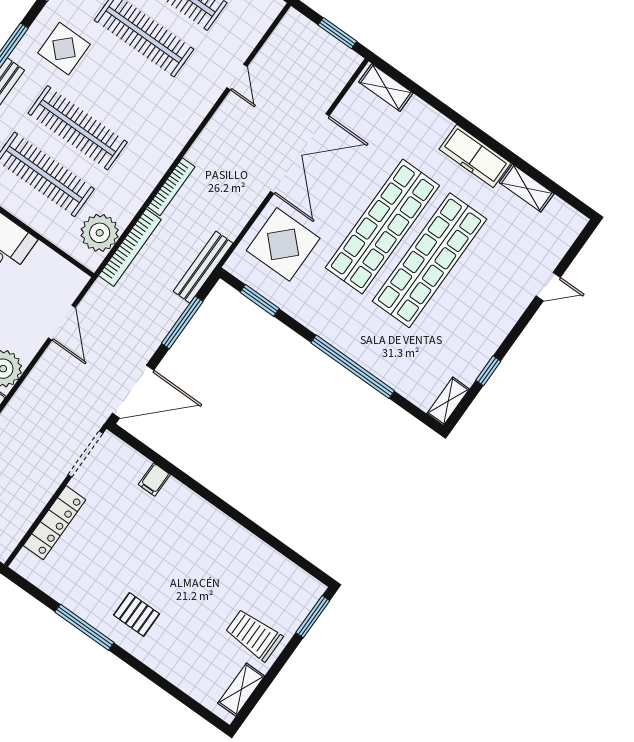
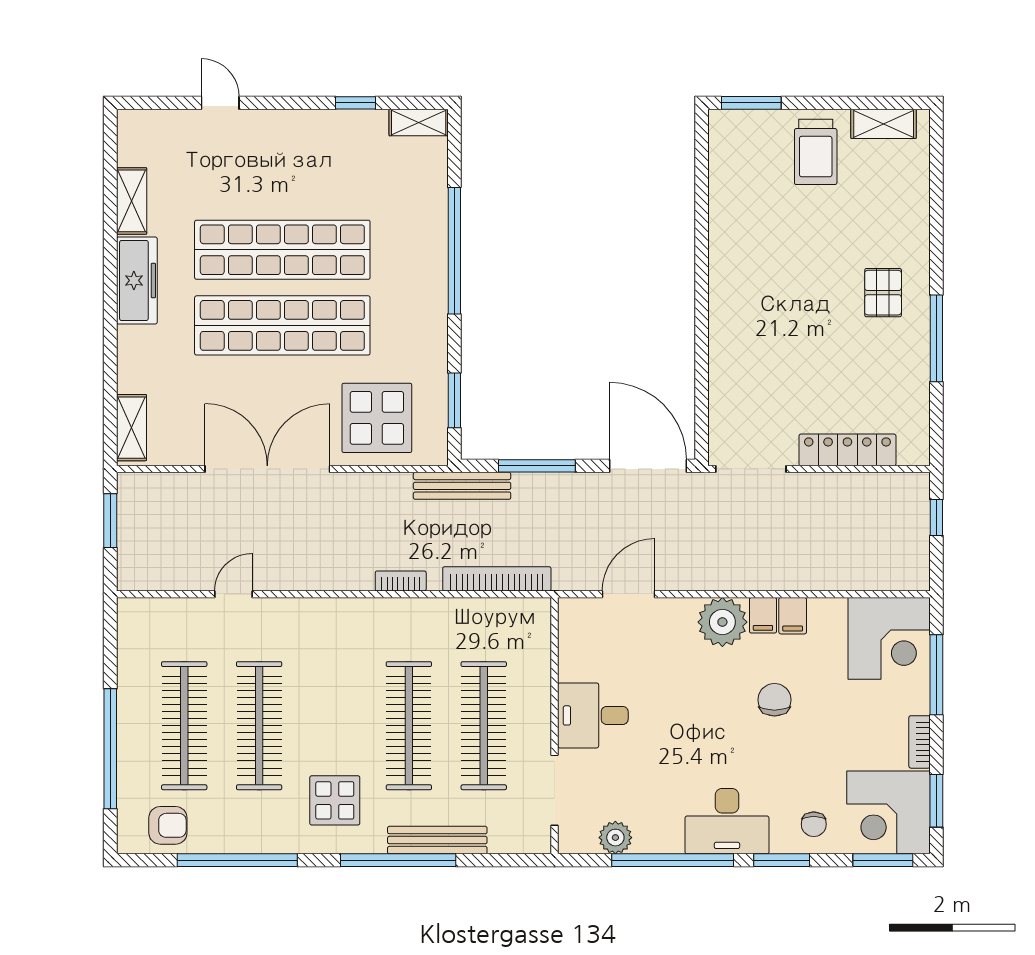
bookcase: (171, 187) -> (401, 581), width x0.64
plant: (100, 233) -> (504, 622), removed
filing cabinet: (154, 480) -> (726, 376), removed

